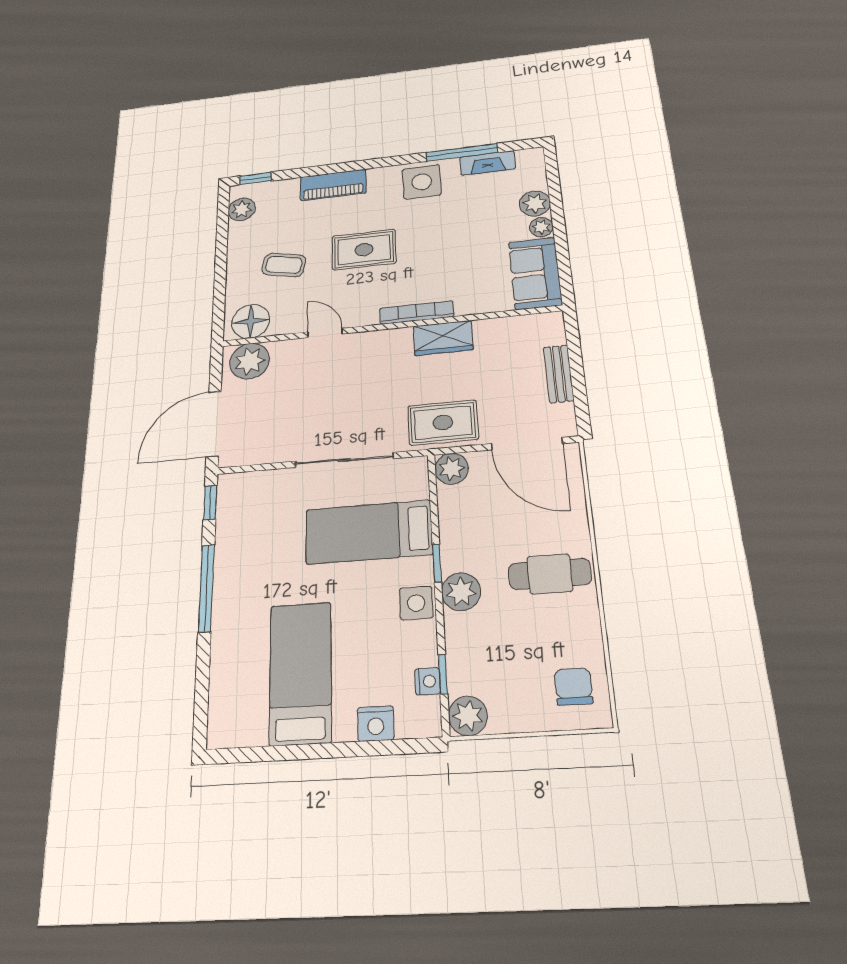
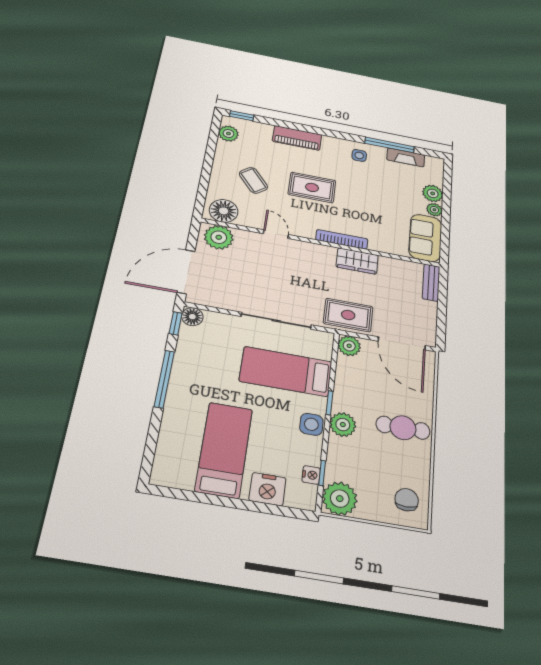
side table: (422, 182) -> (359, 155), width x0.54, depth x0.54
coffee table: (284, 265) -> (253, 180), turned 39
bench: (559, 374) -> (431, 283), moved
floor lamp: (231, 486) -> (192, 317), added
plant: (468, 716) -> (340, 499), width x1.36, depth x1.36
nightstand: (376, 723) -> (267, 489), width x1.36, depth x1.33

